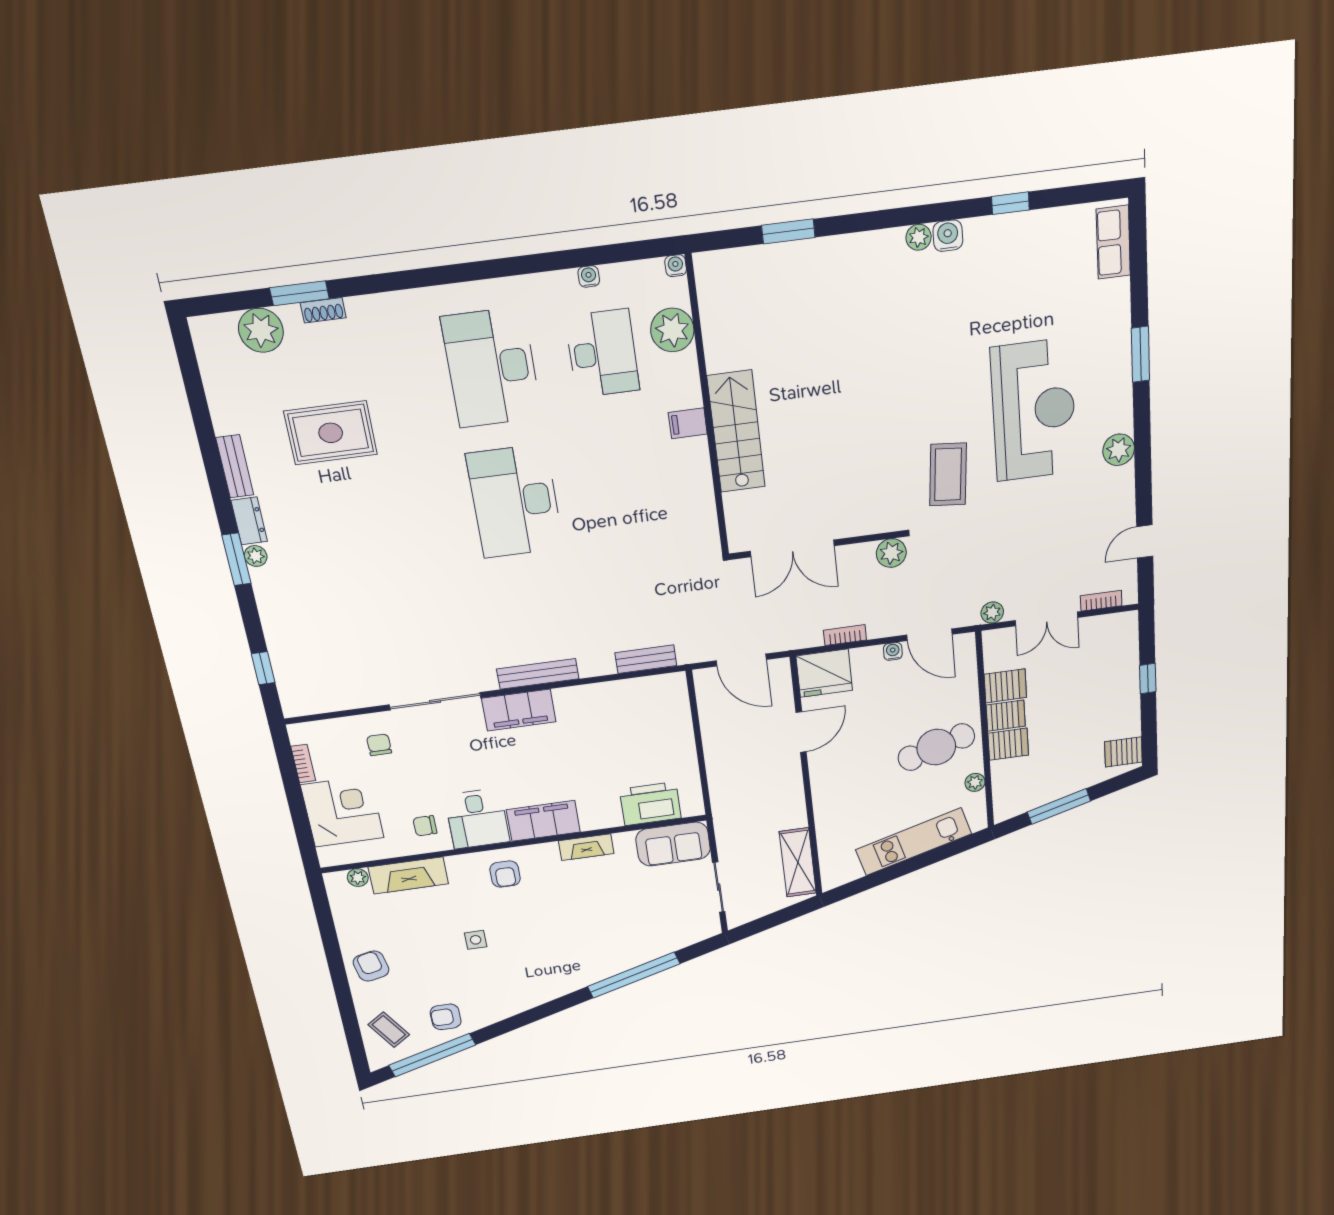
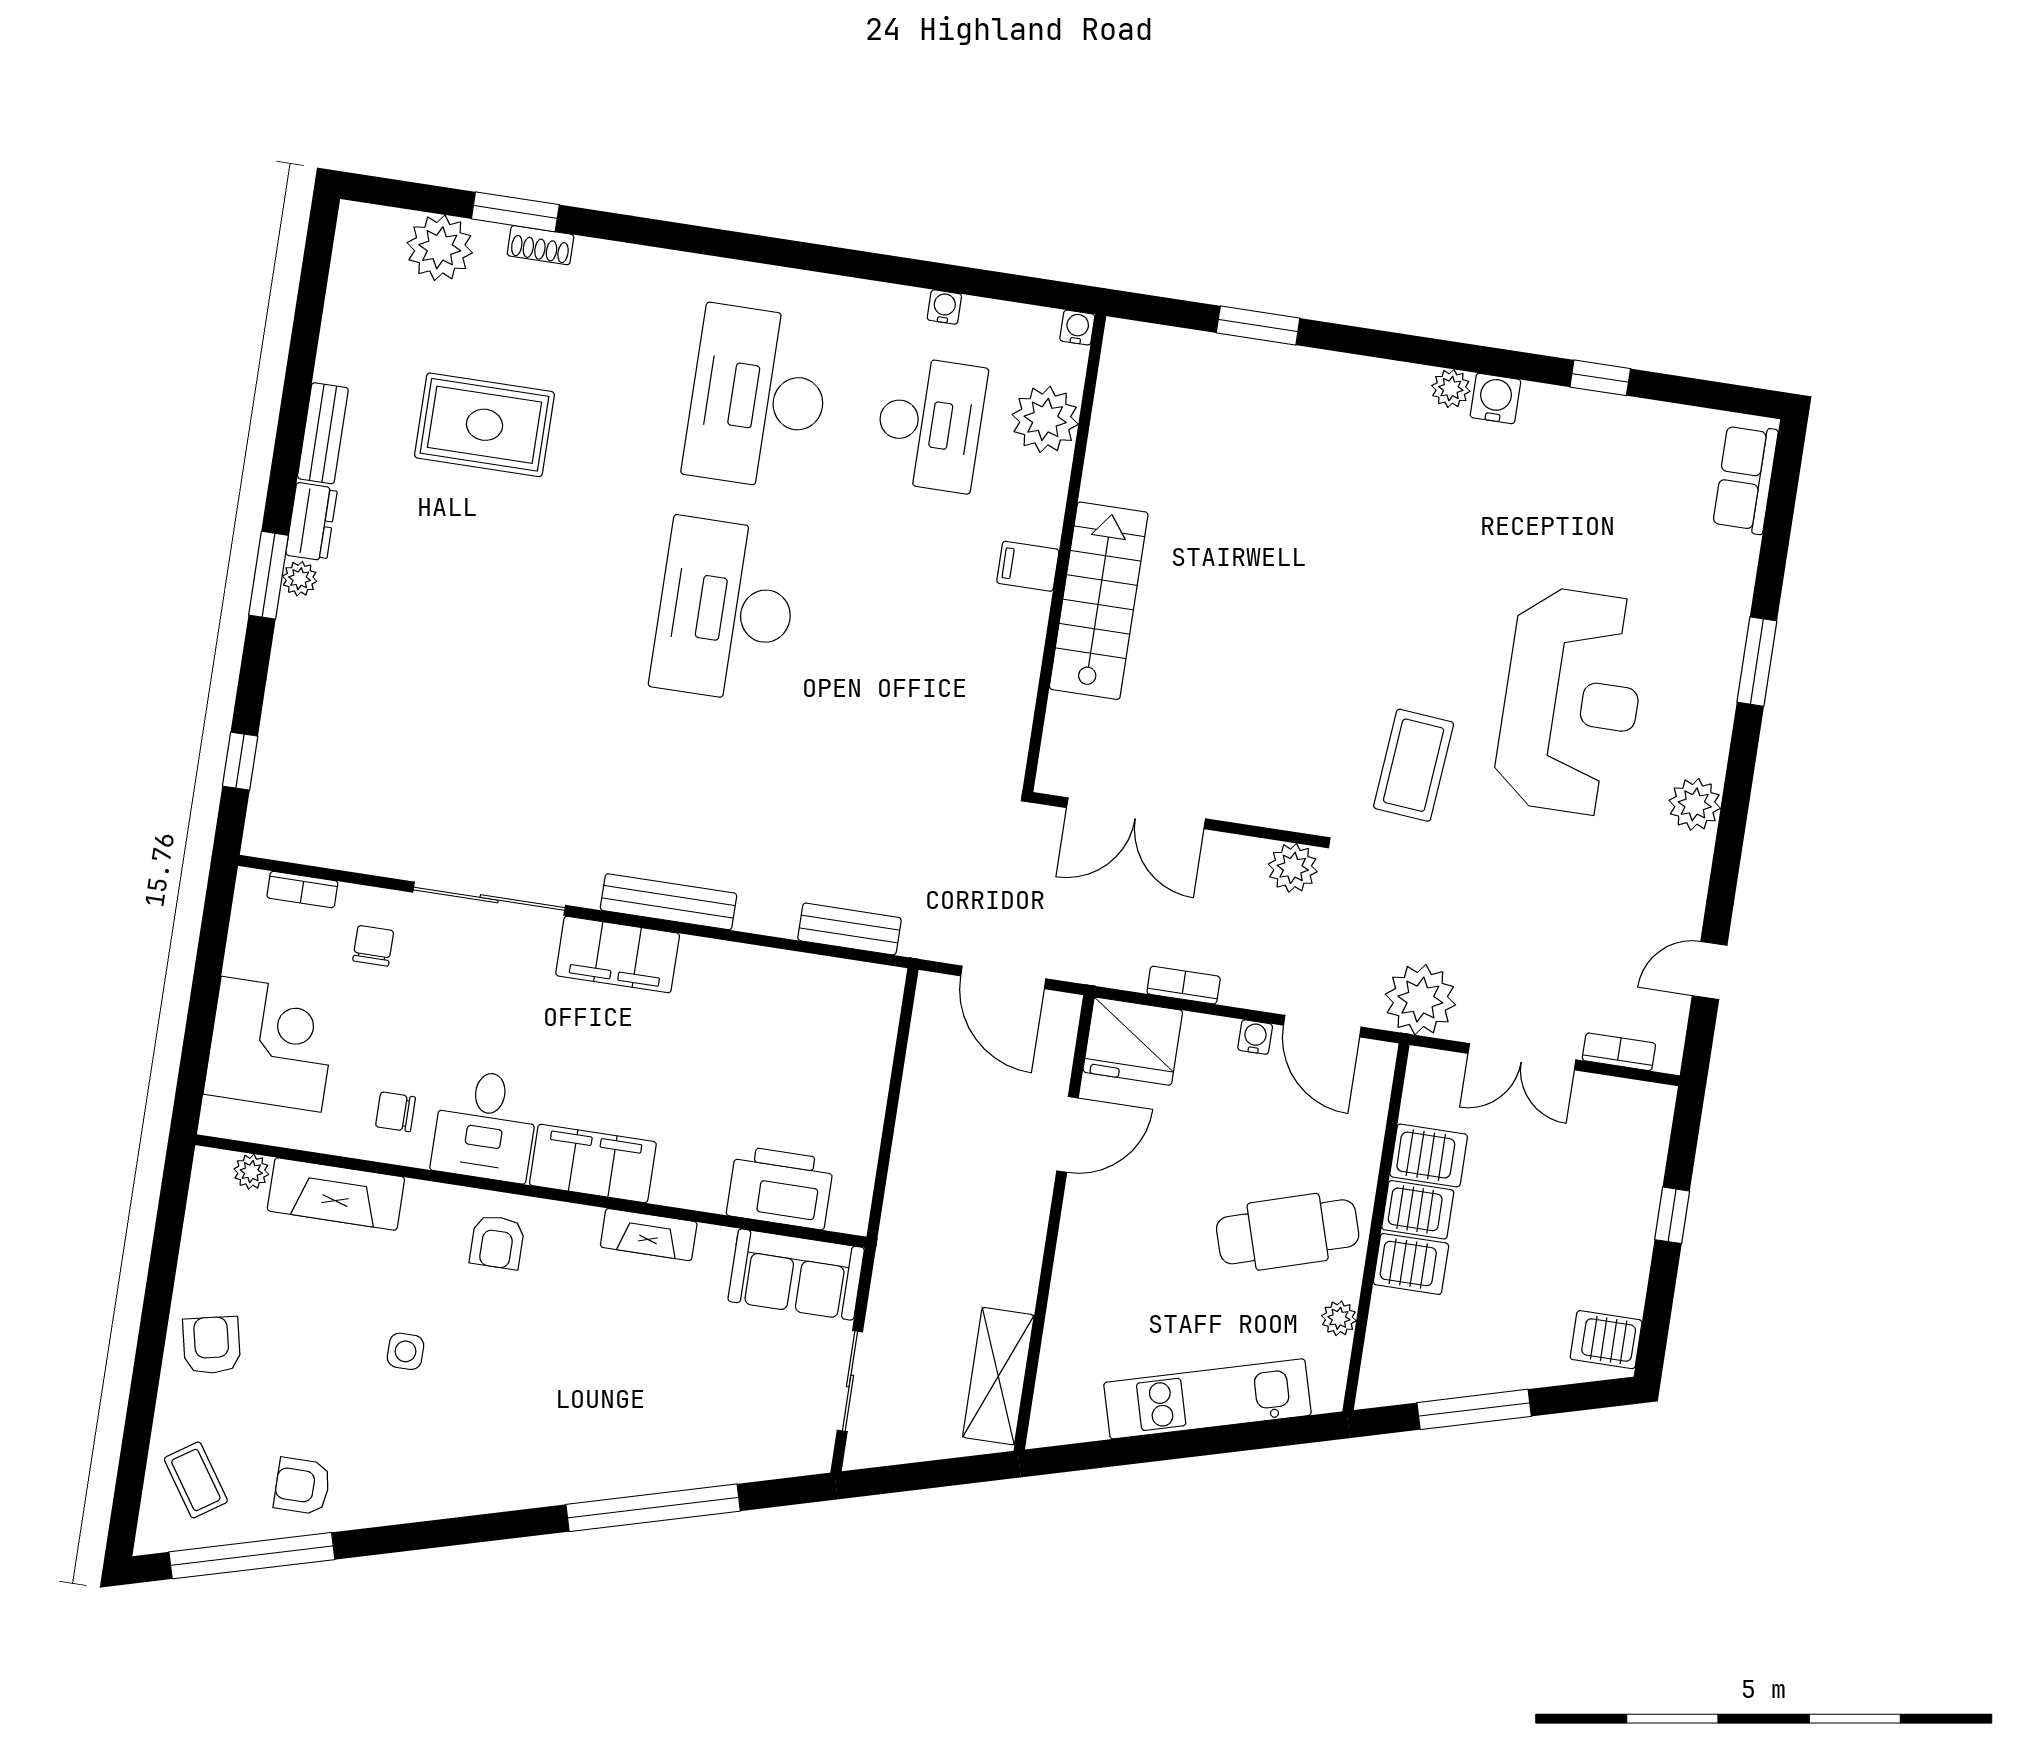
plant: (992, 613) -> (1420, 1000), width x1.87, depth x1.87
bookcase: (303, 763) -> (302, 889), moved, turned 90

